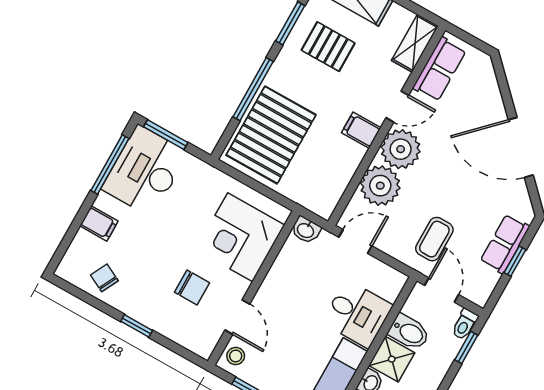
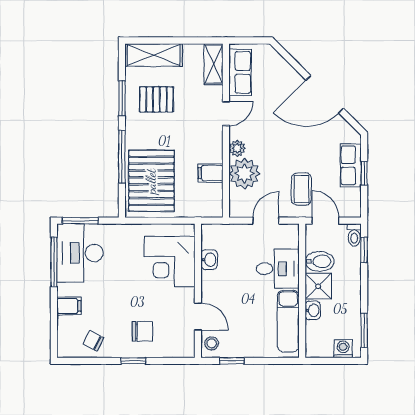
filing cabinet: (361, 130) -> (211, 173), moved
plant: (401, 149) -> (237, 148), width x0.53, depth x0.53
washbasin: (306, 230) -> (209, 260), moved, turned -90
door: (355, 241) -> (266, 221), moved
chair: (192, 287) -> (142, 331), moved

